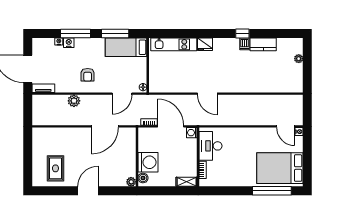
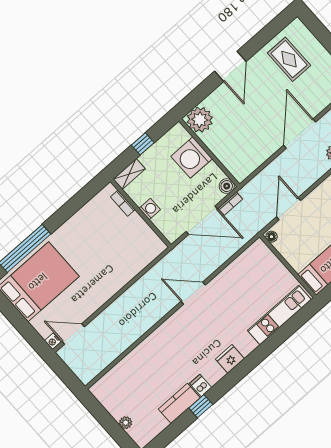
window: (242, 34) -> (201, 406), moved
fridge: (205, 44) -> (230, 359), moved
door: (105, 126) -> (300, 134), moved
washing machine: (192, 133) -> (150, 209), moved
desk: (211, 146) -> (138, 238), removed
boiler: (143, 178) -> (227, 186), moved
plant: (131, 182) -> (200, 120), width x1.87, depth x1.87
window: (166, 191) -> (143, 144), added

